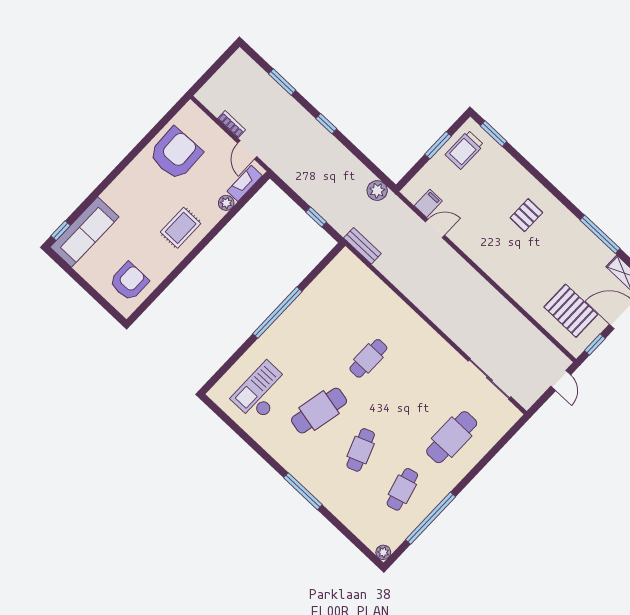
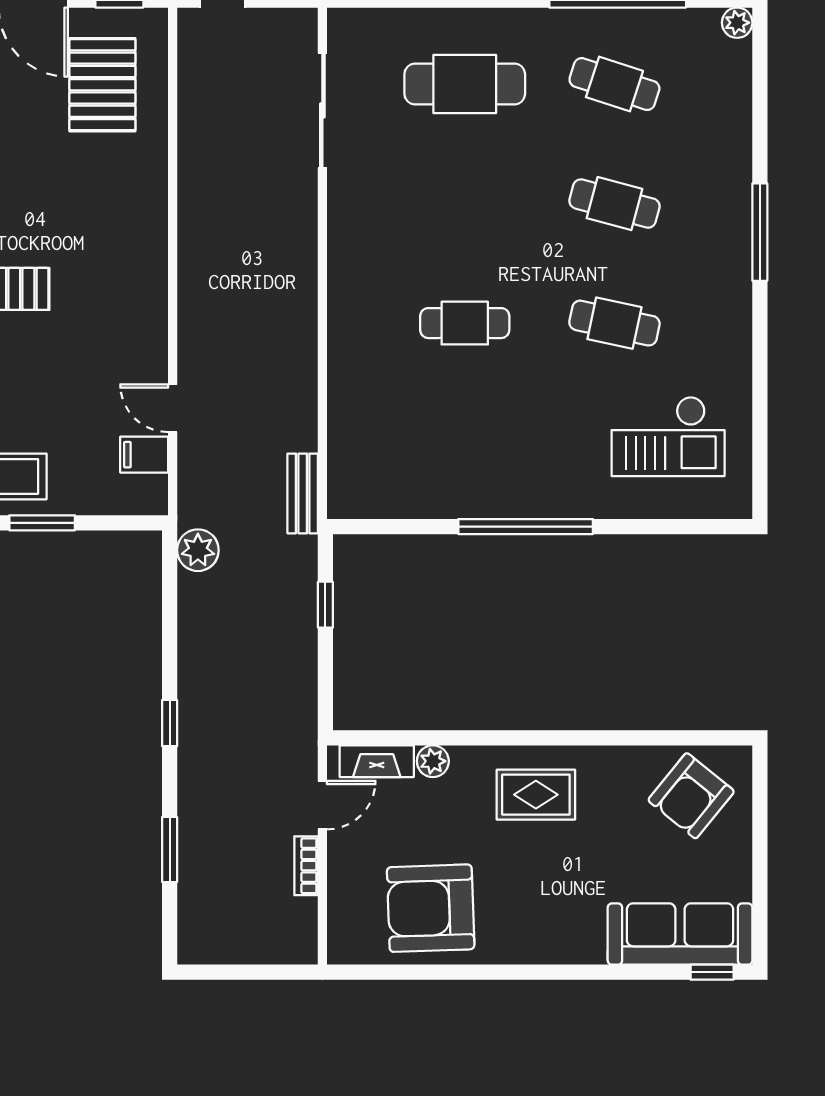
armchair: (129, 281) -> (691, 796), turned -51
cafe table: (319, 411) -> (614, 323), width x0.73, depth x0.74
cafe table: (361, 450) -> (614, 204), turned 36
cafe table: (402, 489) -> (614, 84), turned 33

